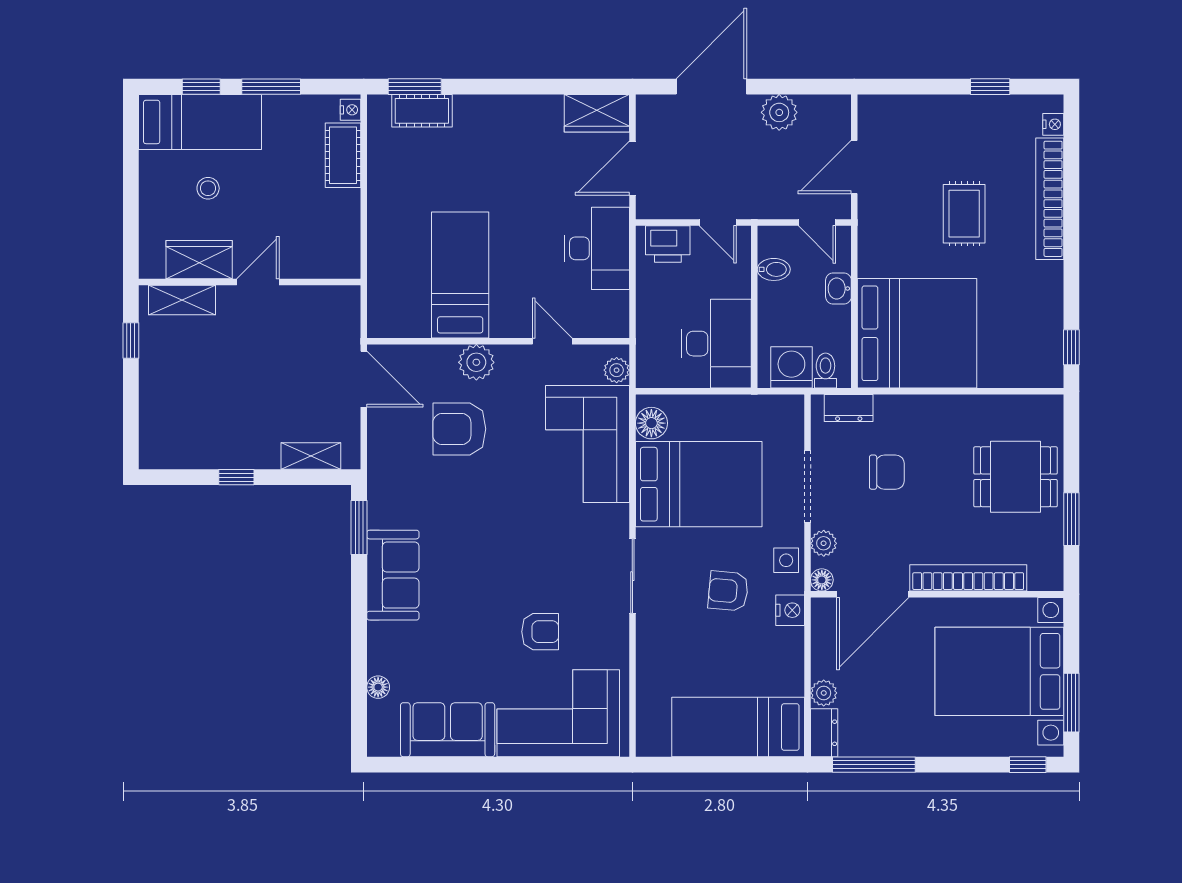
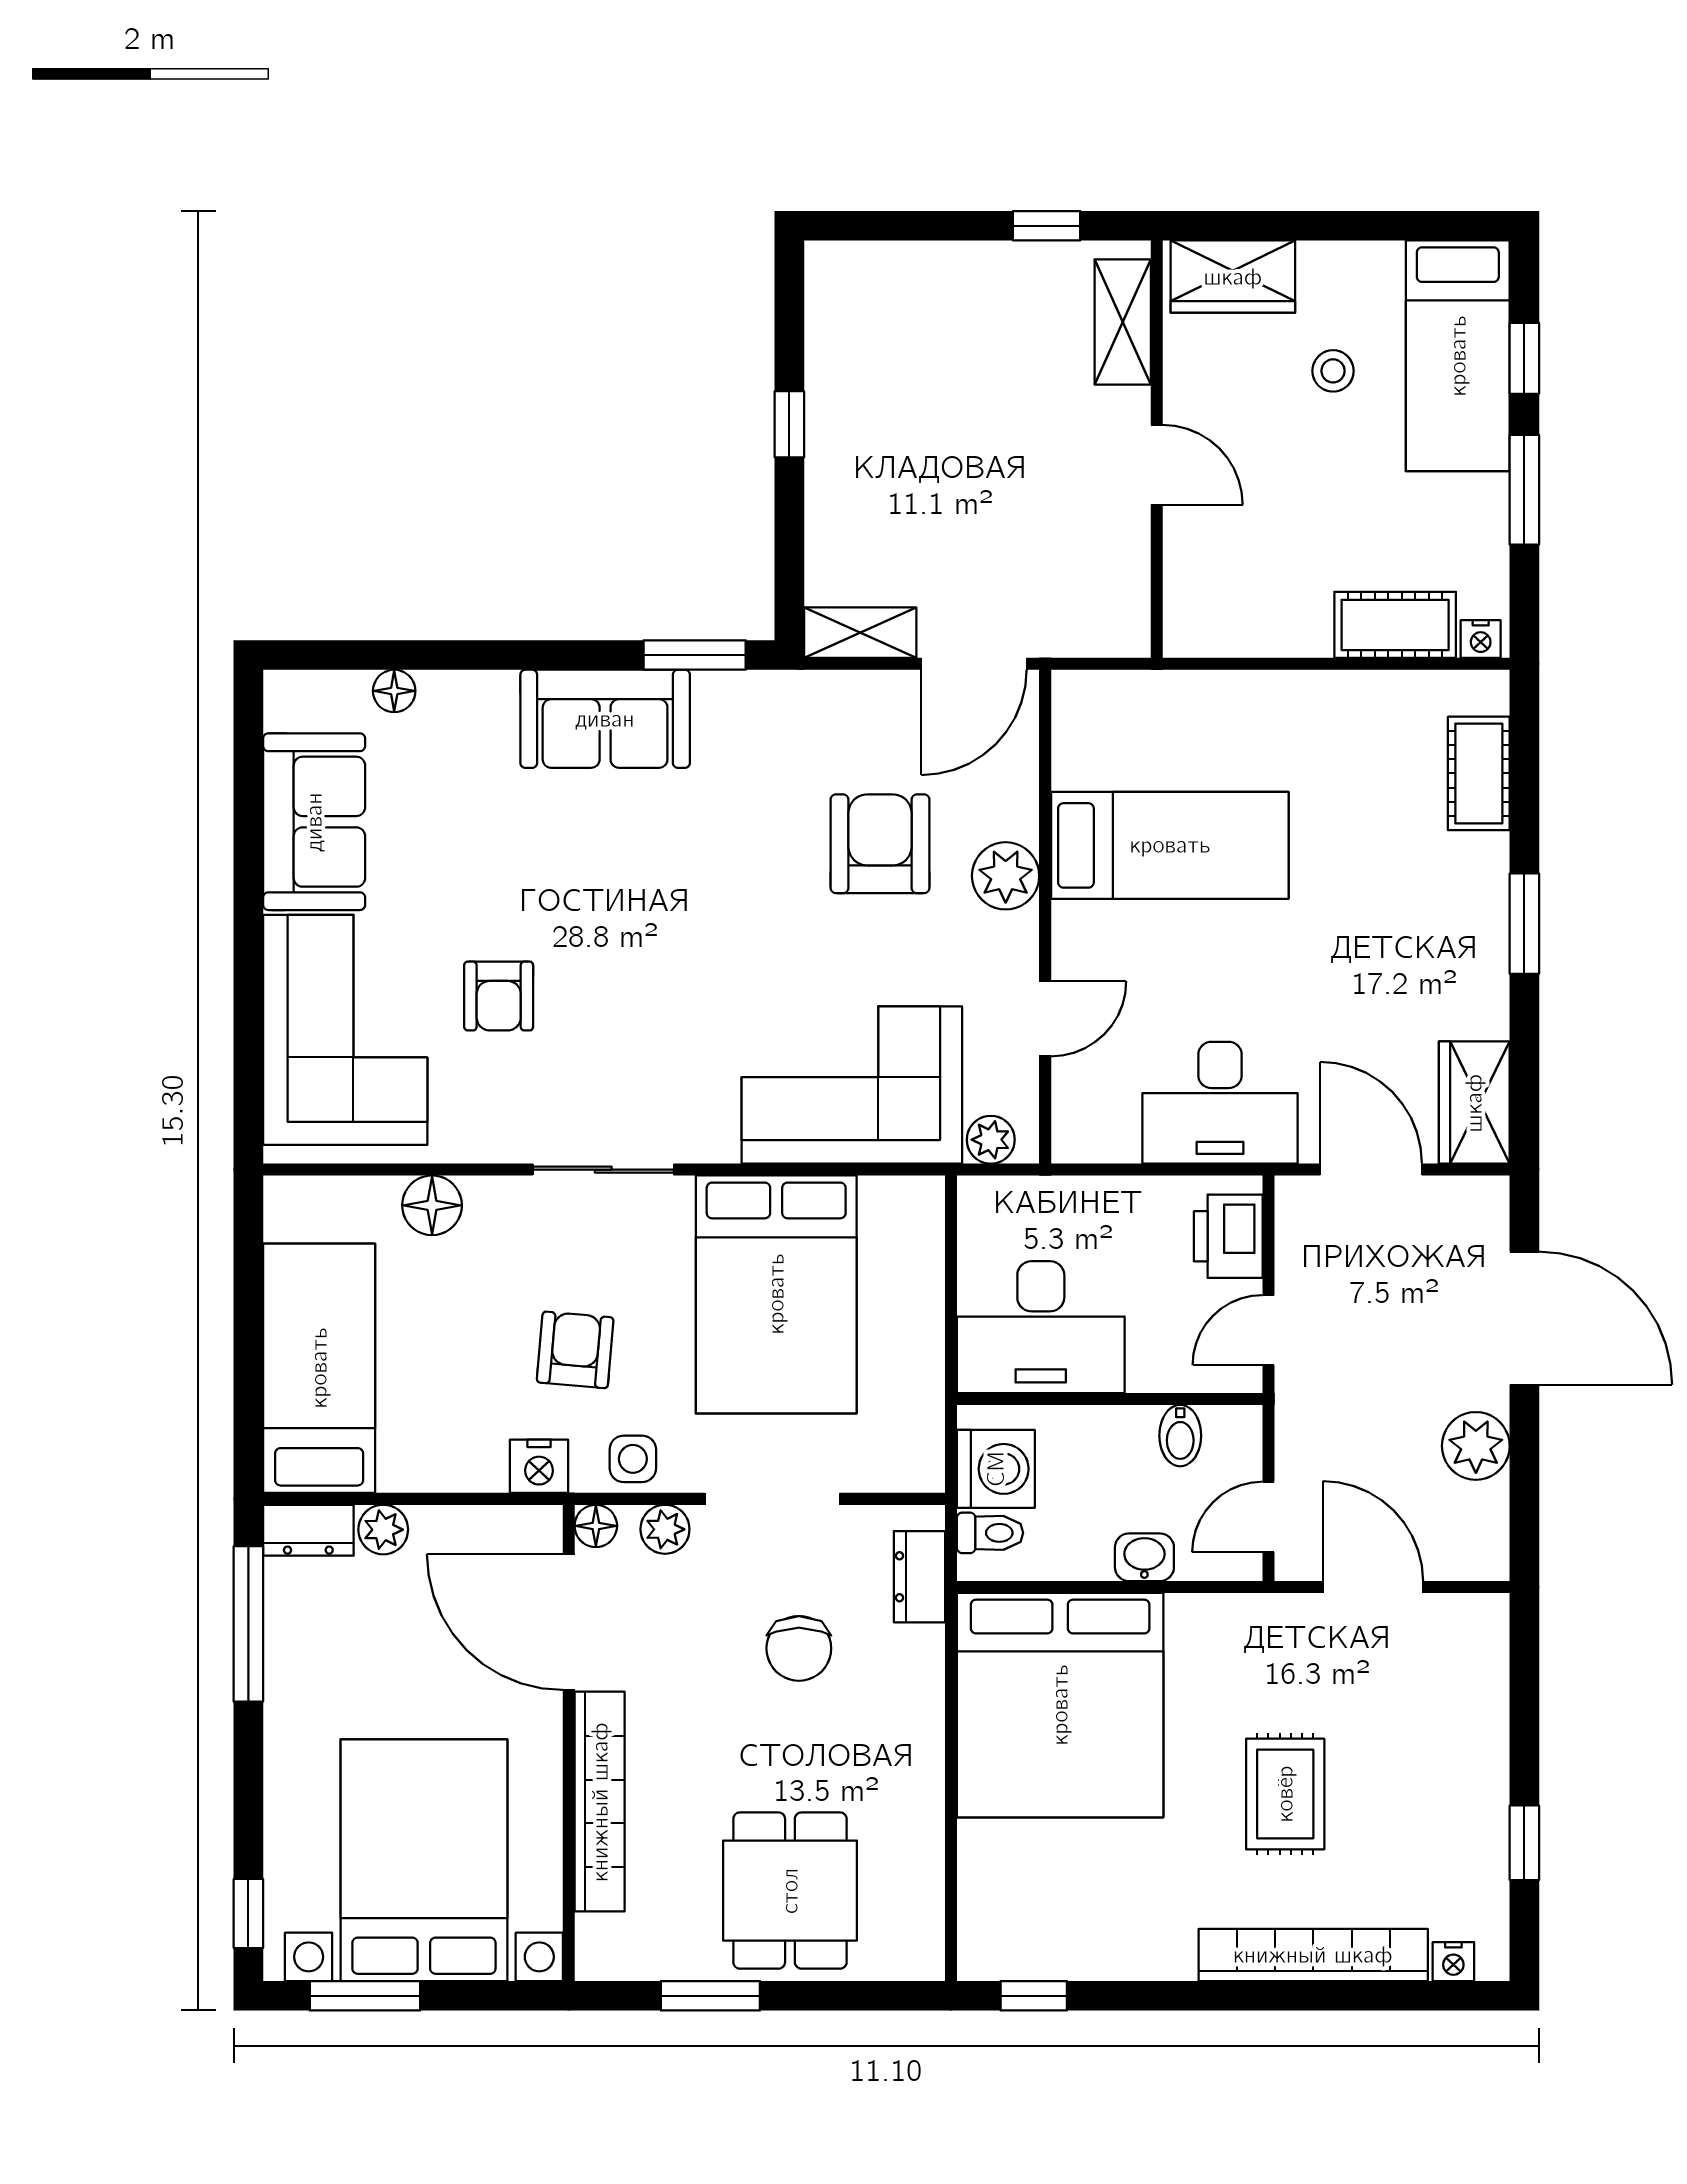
window: (415, 87) -> (1524, 924), moved
rug: (964, 214) -> (1285, 1794), turned 90
wardrobe: (199, 260) -> (1233, 277), moved, turned 90
floor lamp: (651, 423) -> (432, 1205), moved
shelving: (311, 456) -> (860, 633), moved, turned 90

